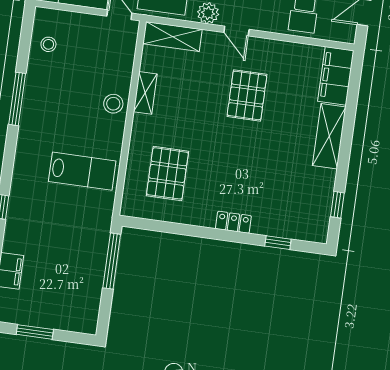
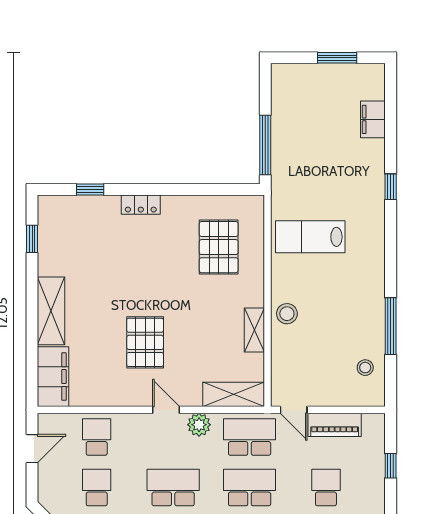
window: (17, 99) -> (391, 326), moved

